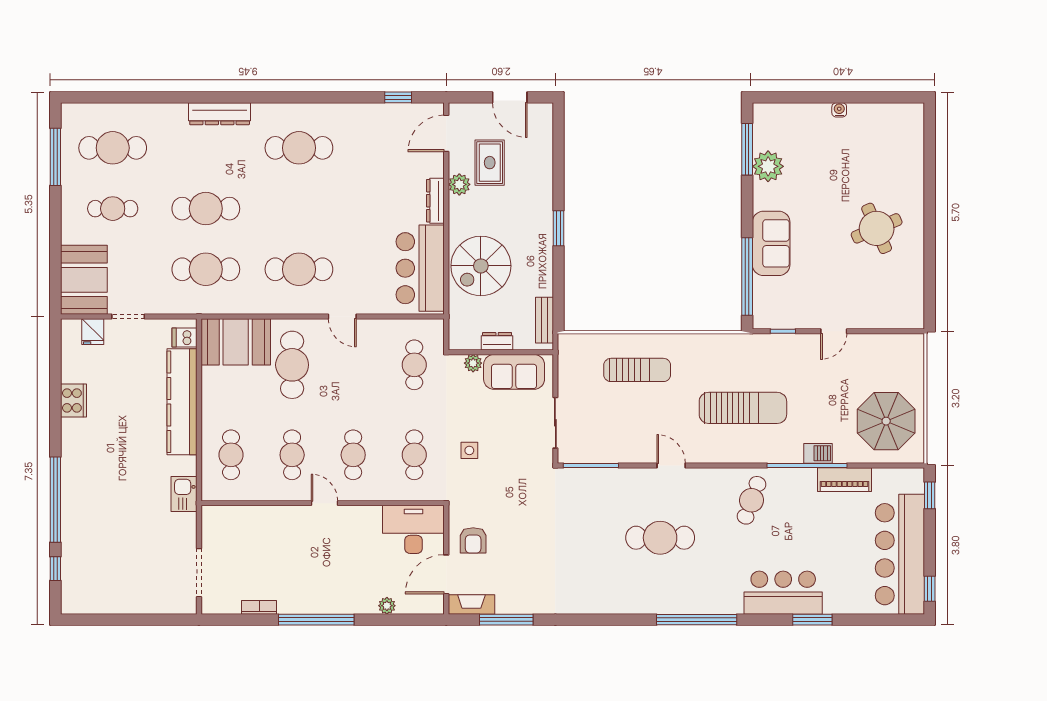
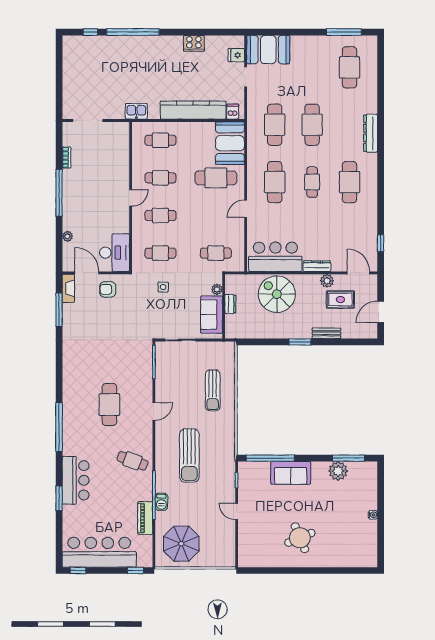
cafe table: (113, 209) -> (312, 182), moved
bench: (544, 320) -> (326, 333), moved

